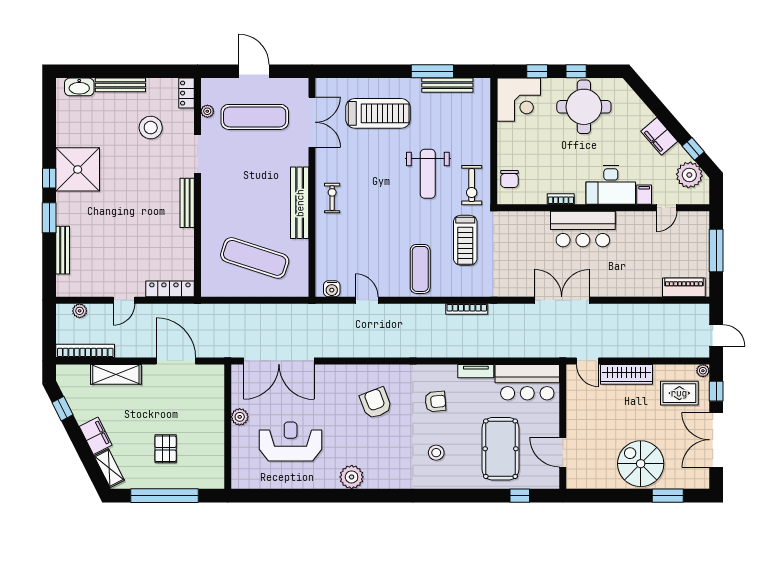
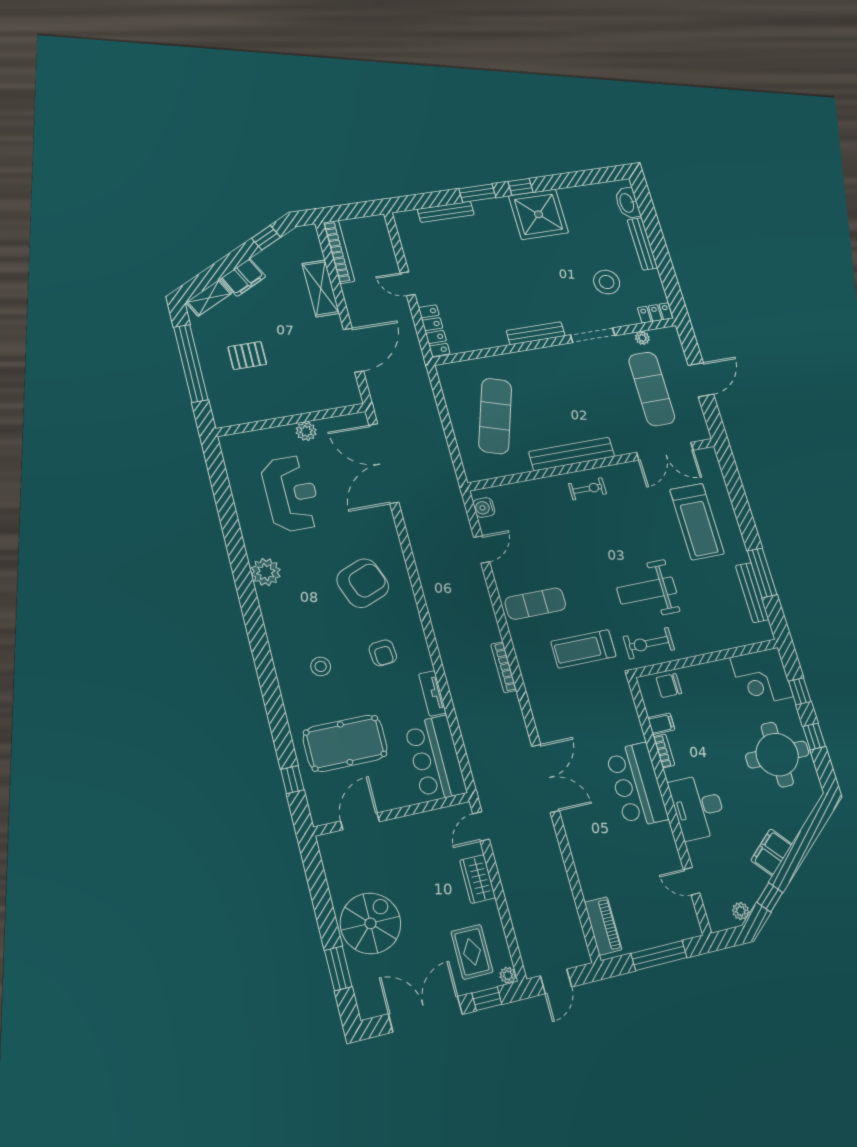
plant: (689, 175) -> (741, 911), width x0.53, depth x0.53
filing cabinet: (644, 195) -> (661, 724), moved
plant: (80, 311) -> (383, 239), removed
wardrobe: (627, 374) -> (478, 879), width x0.67
armchair: (376, 403) -> (363, 583), width x1.36, depth x1.36

